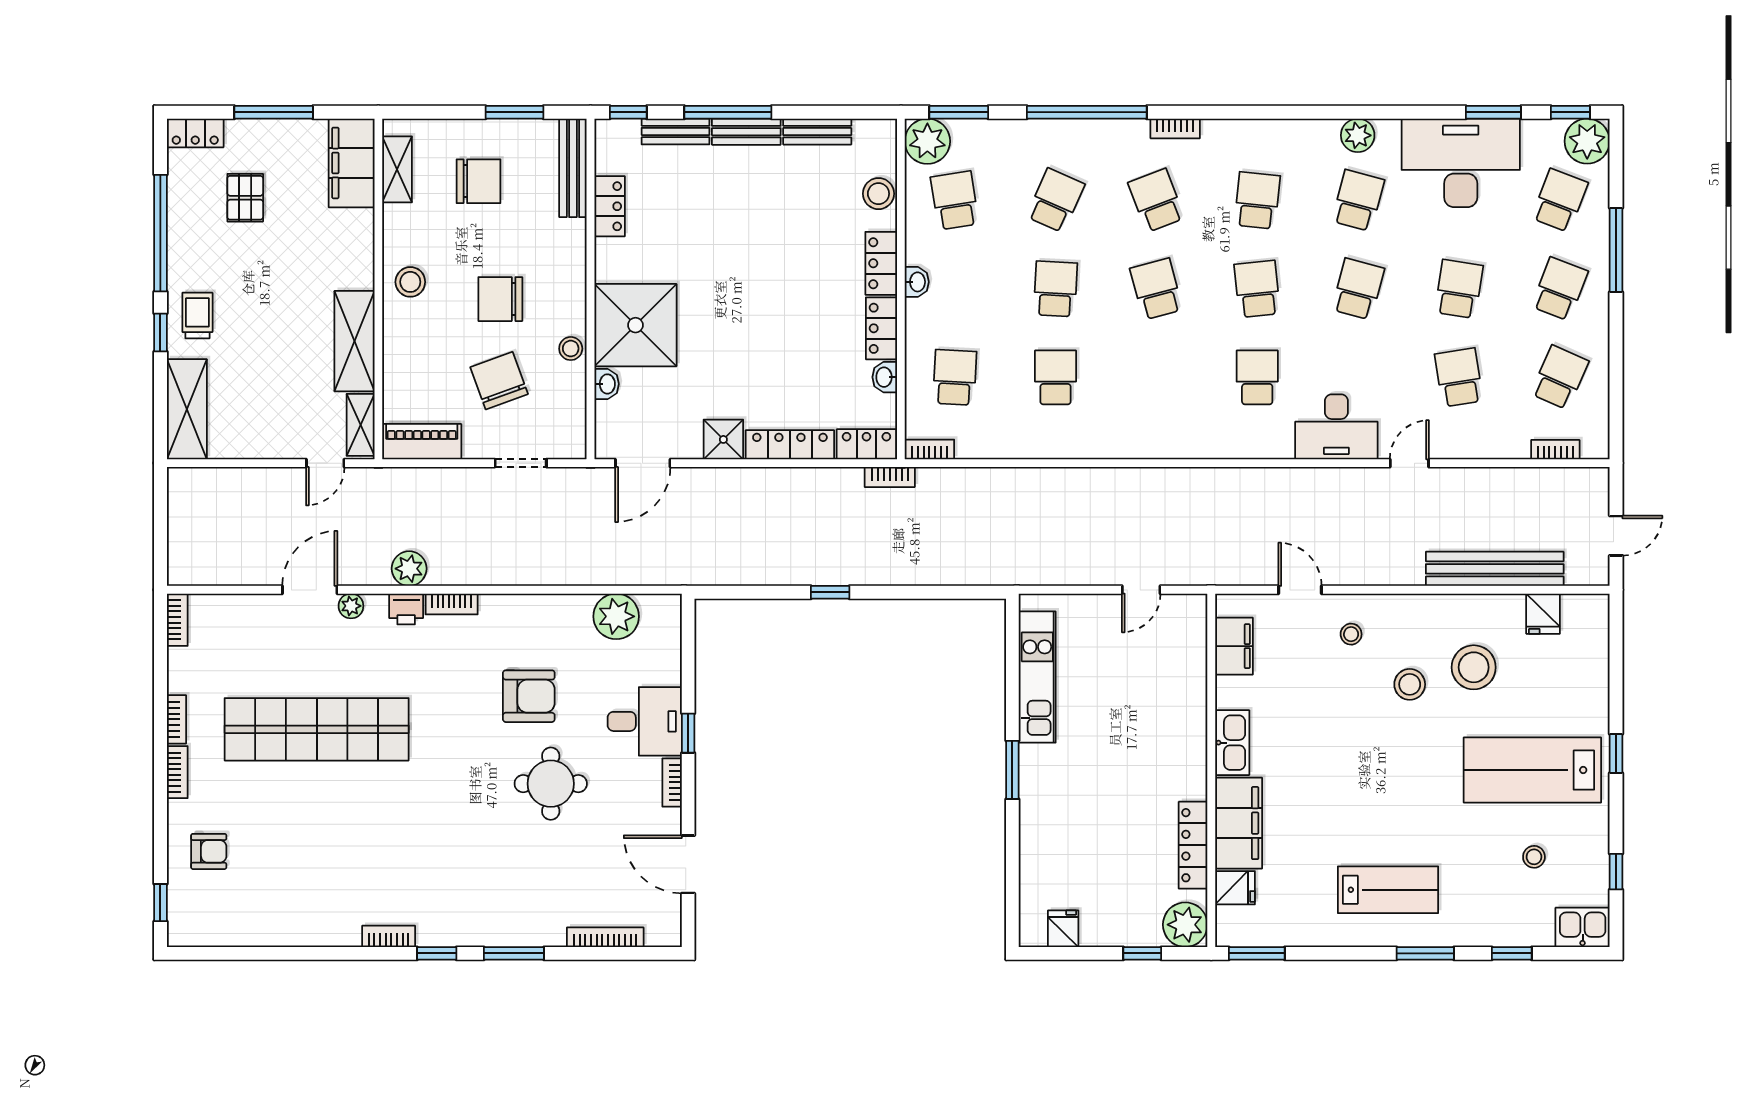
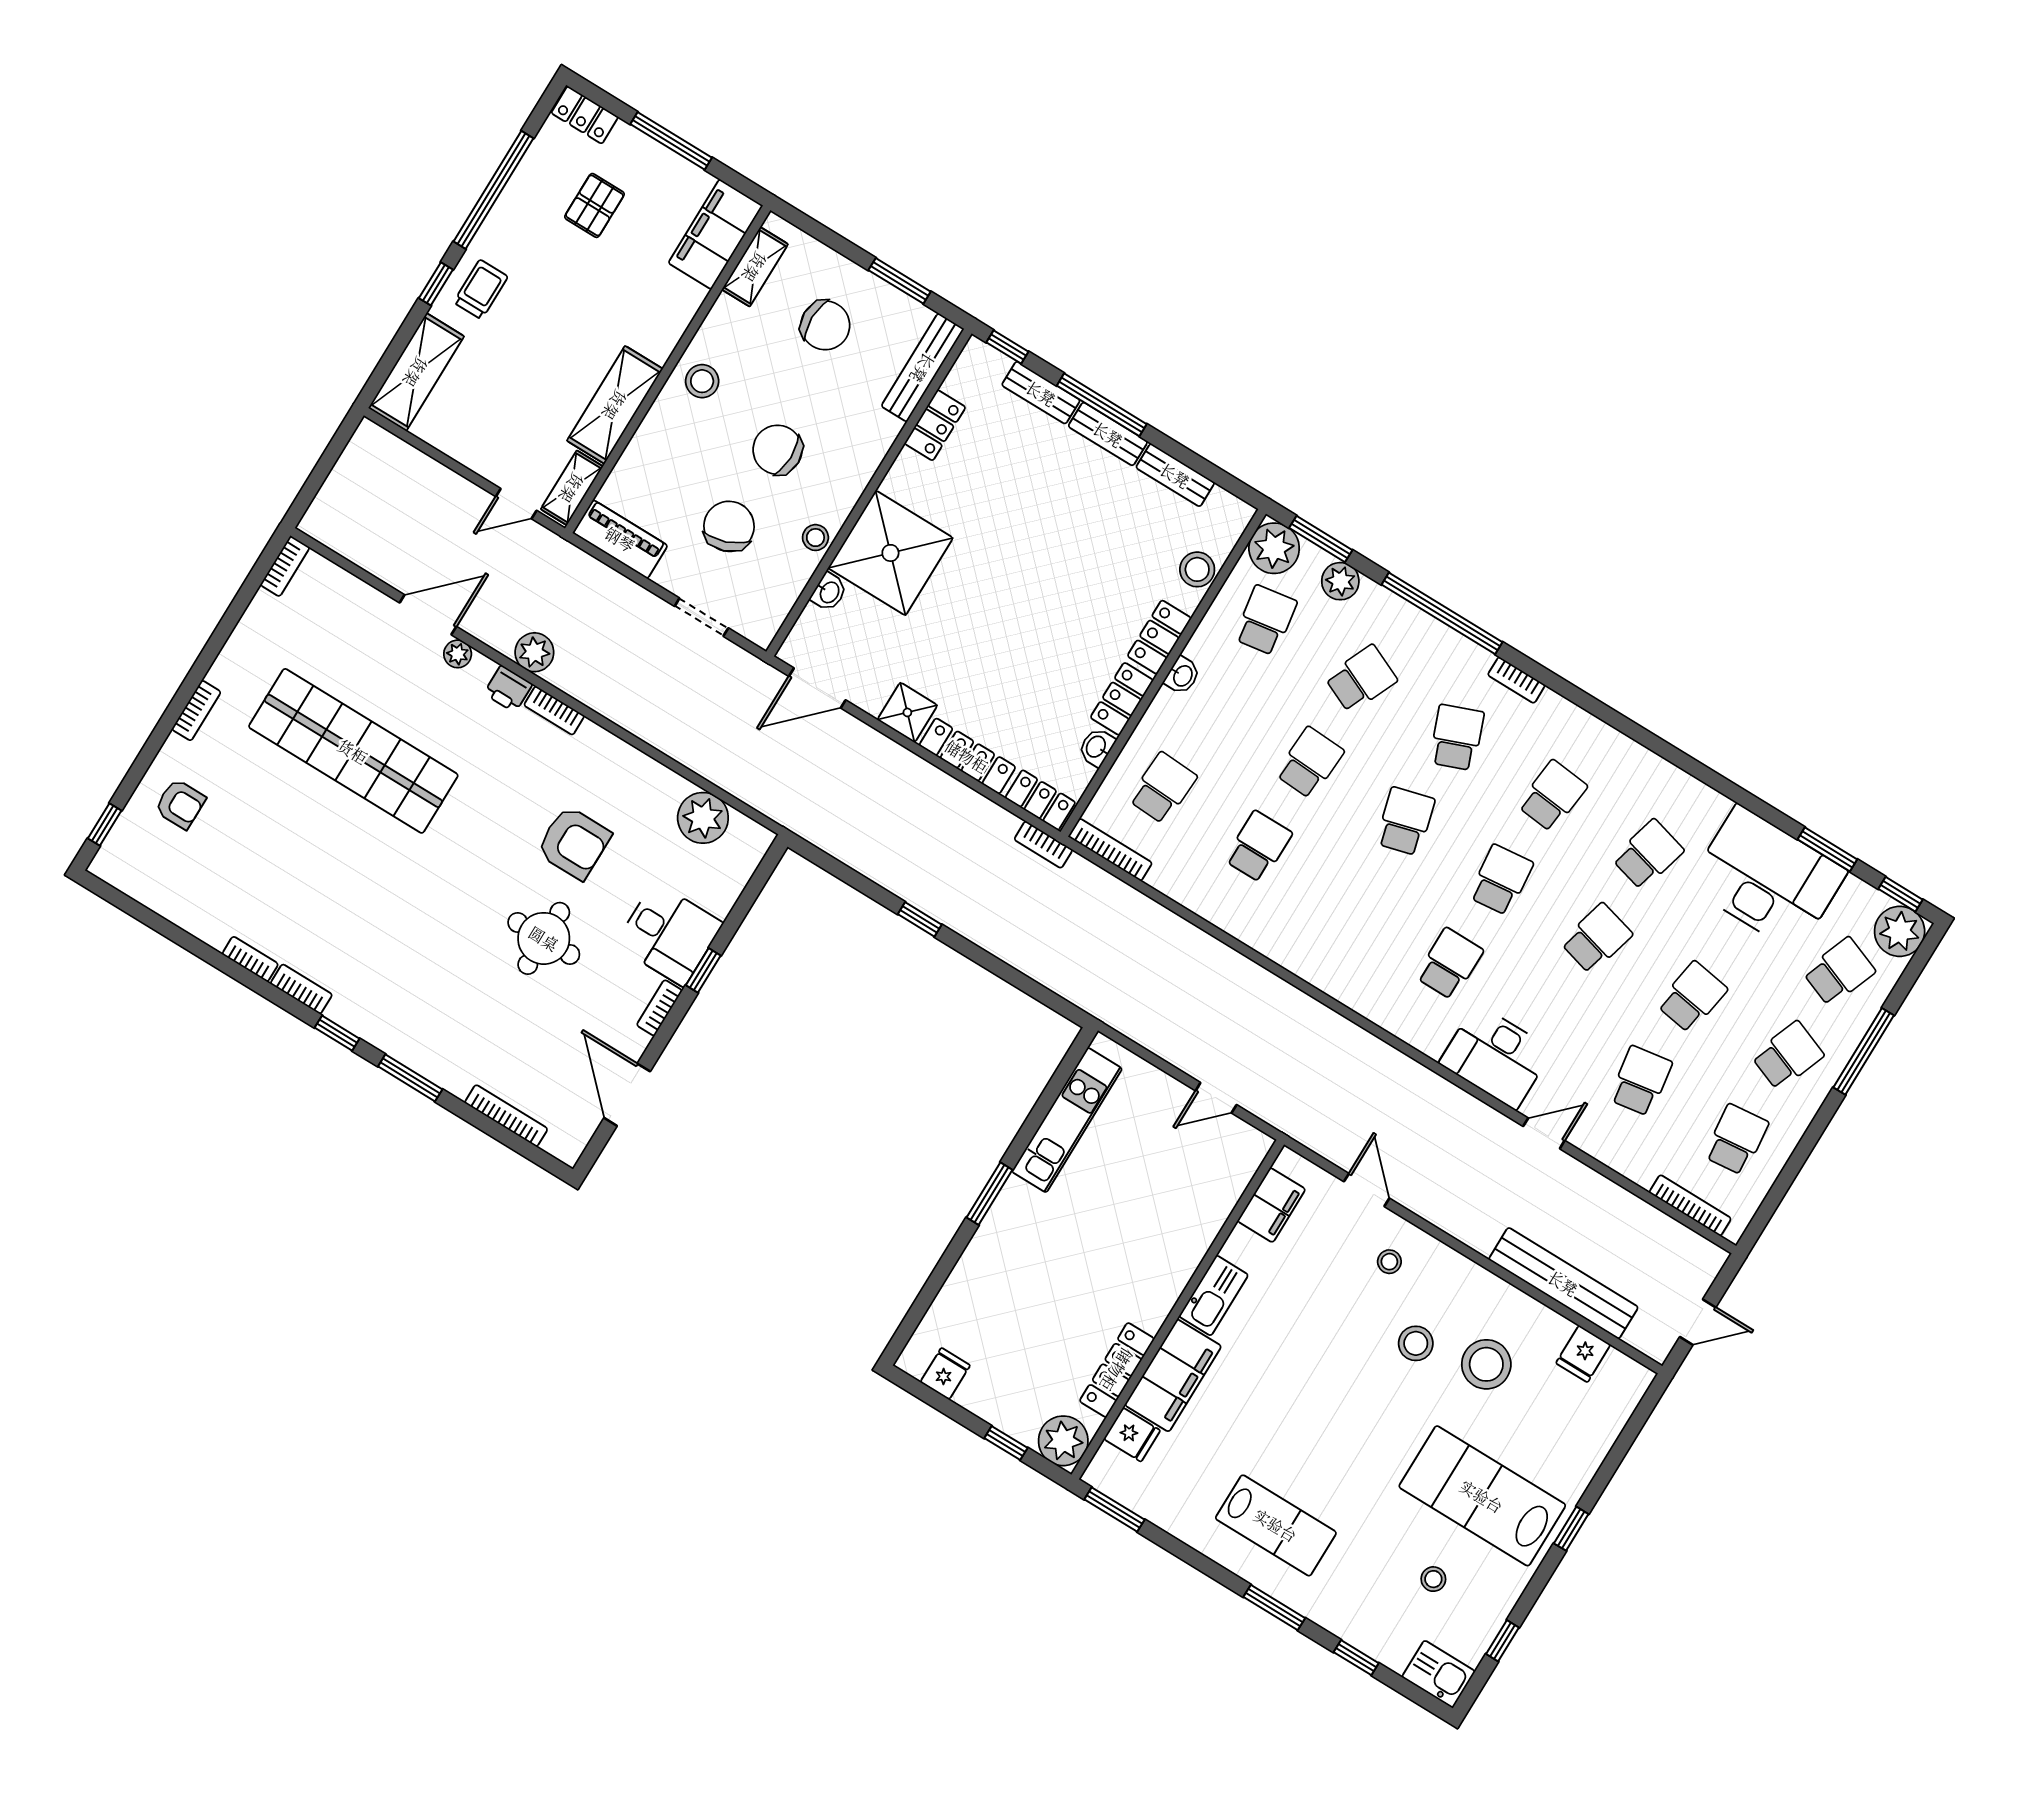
plant: (1358, 135) -> (1340, 581), moved
school desk: (1560, 377) -> (1736, 1139), turned -30
bookcase: (929, 449) -> (1110, 850), width x1.56
bookcase: (1555, 450) -> (1690, 1205), width x1.56
bookcase: (176, 719) -> (250, 959), moved, turned -90

